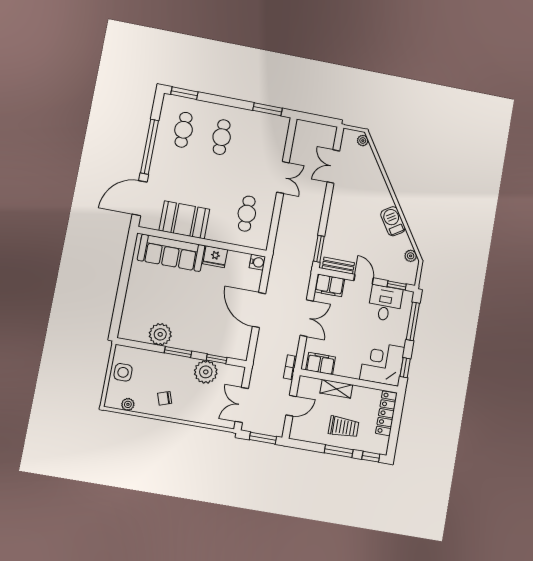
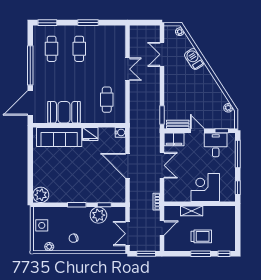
window: (268, 109) -> (88, 23), moved
barbecue: (393, 221) -> (194, 59), moved
plant: (160, 334) -> (41, 195), moved
filing cabinet: (321, 363) -> (177, 195), removed
corner desk: (382, 363) -> (205, 187), moved
locker: (386, 413) -> (230, 222), removed

